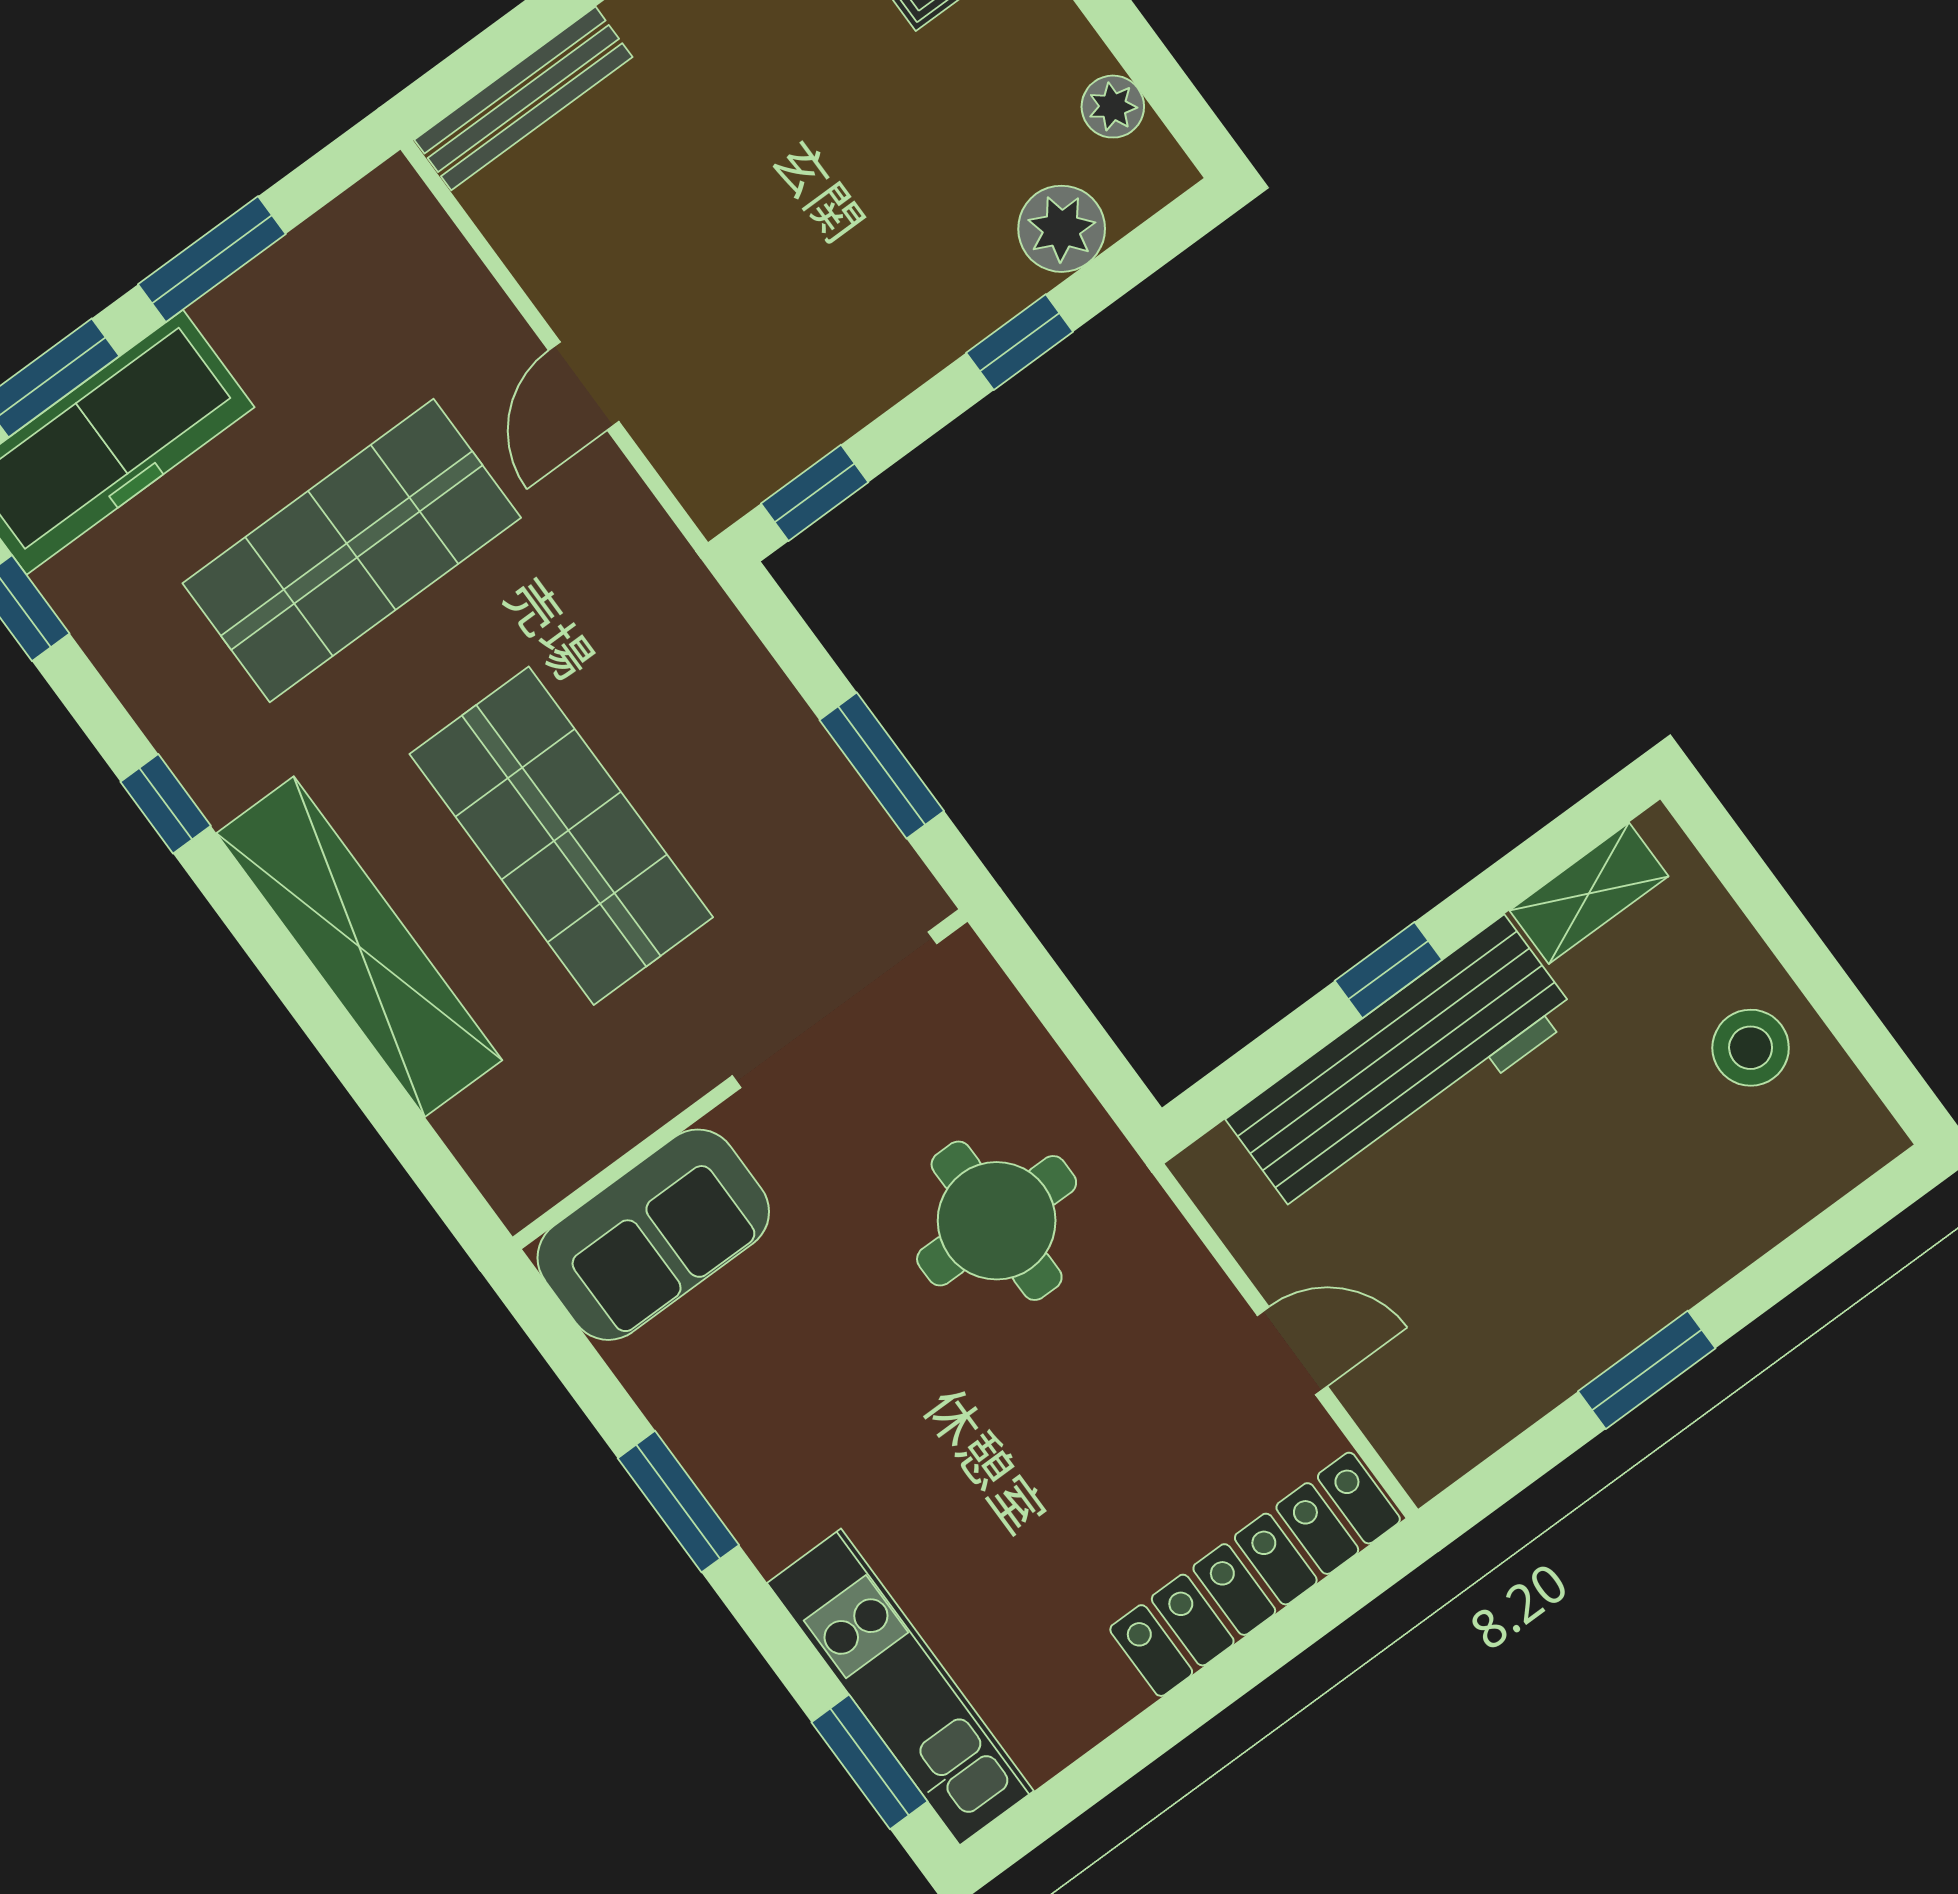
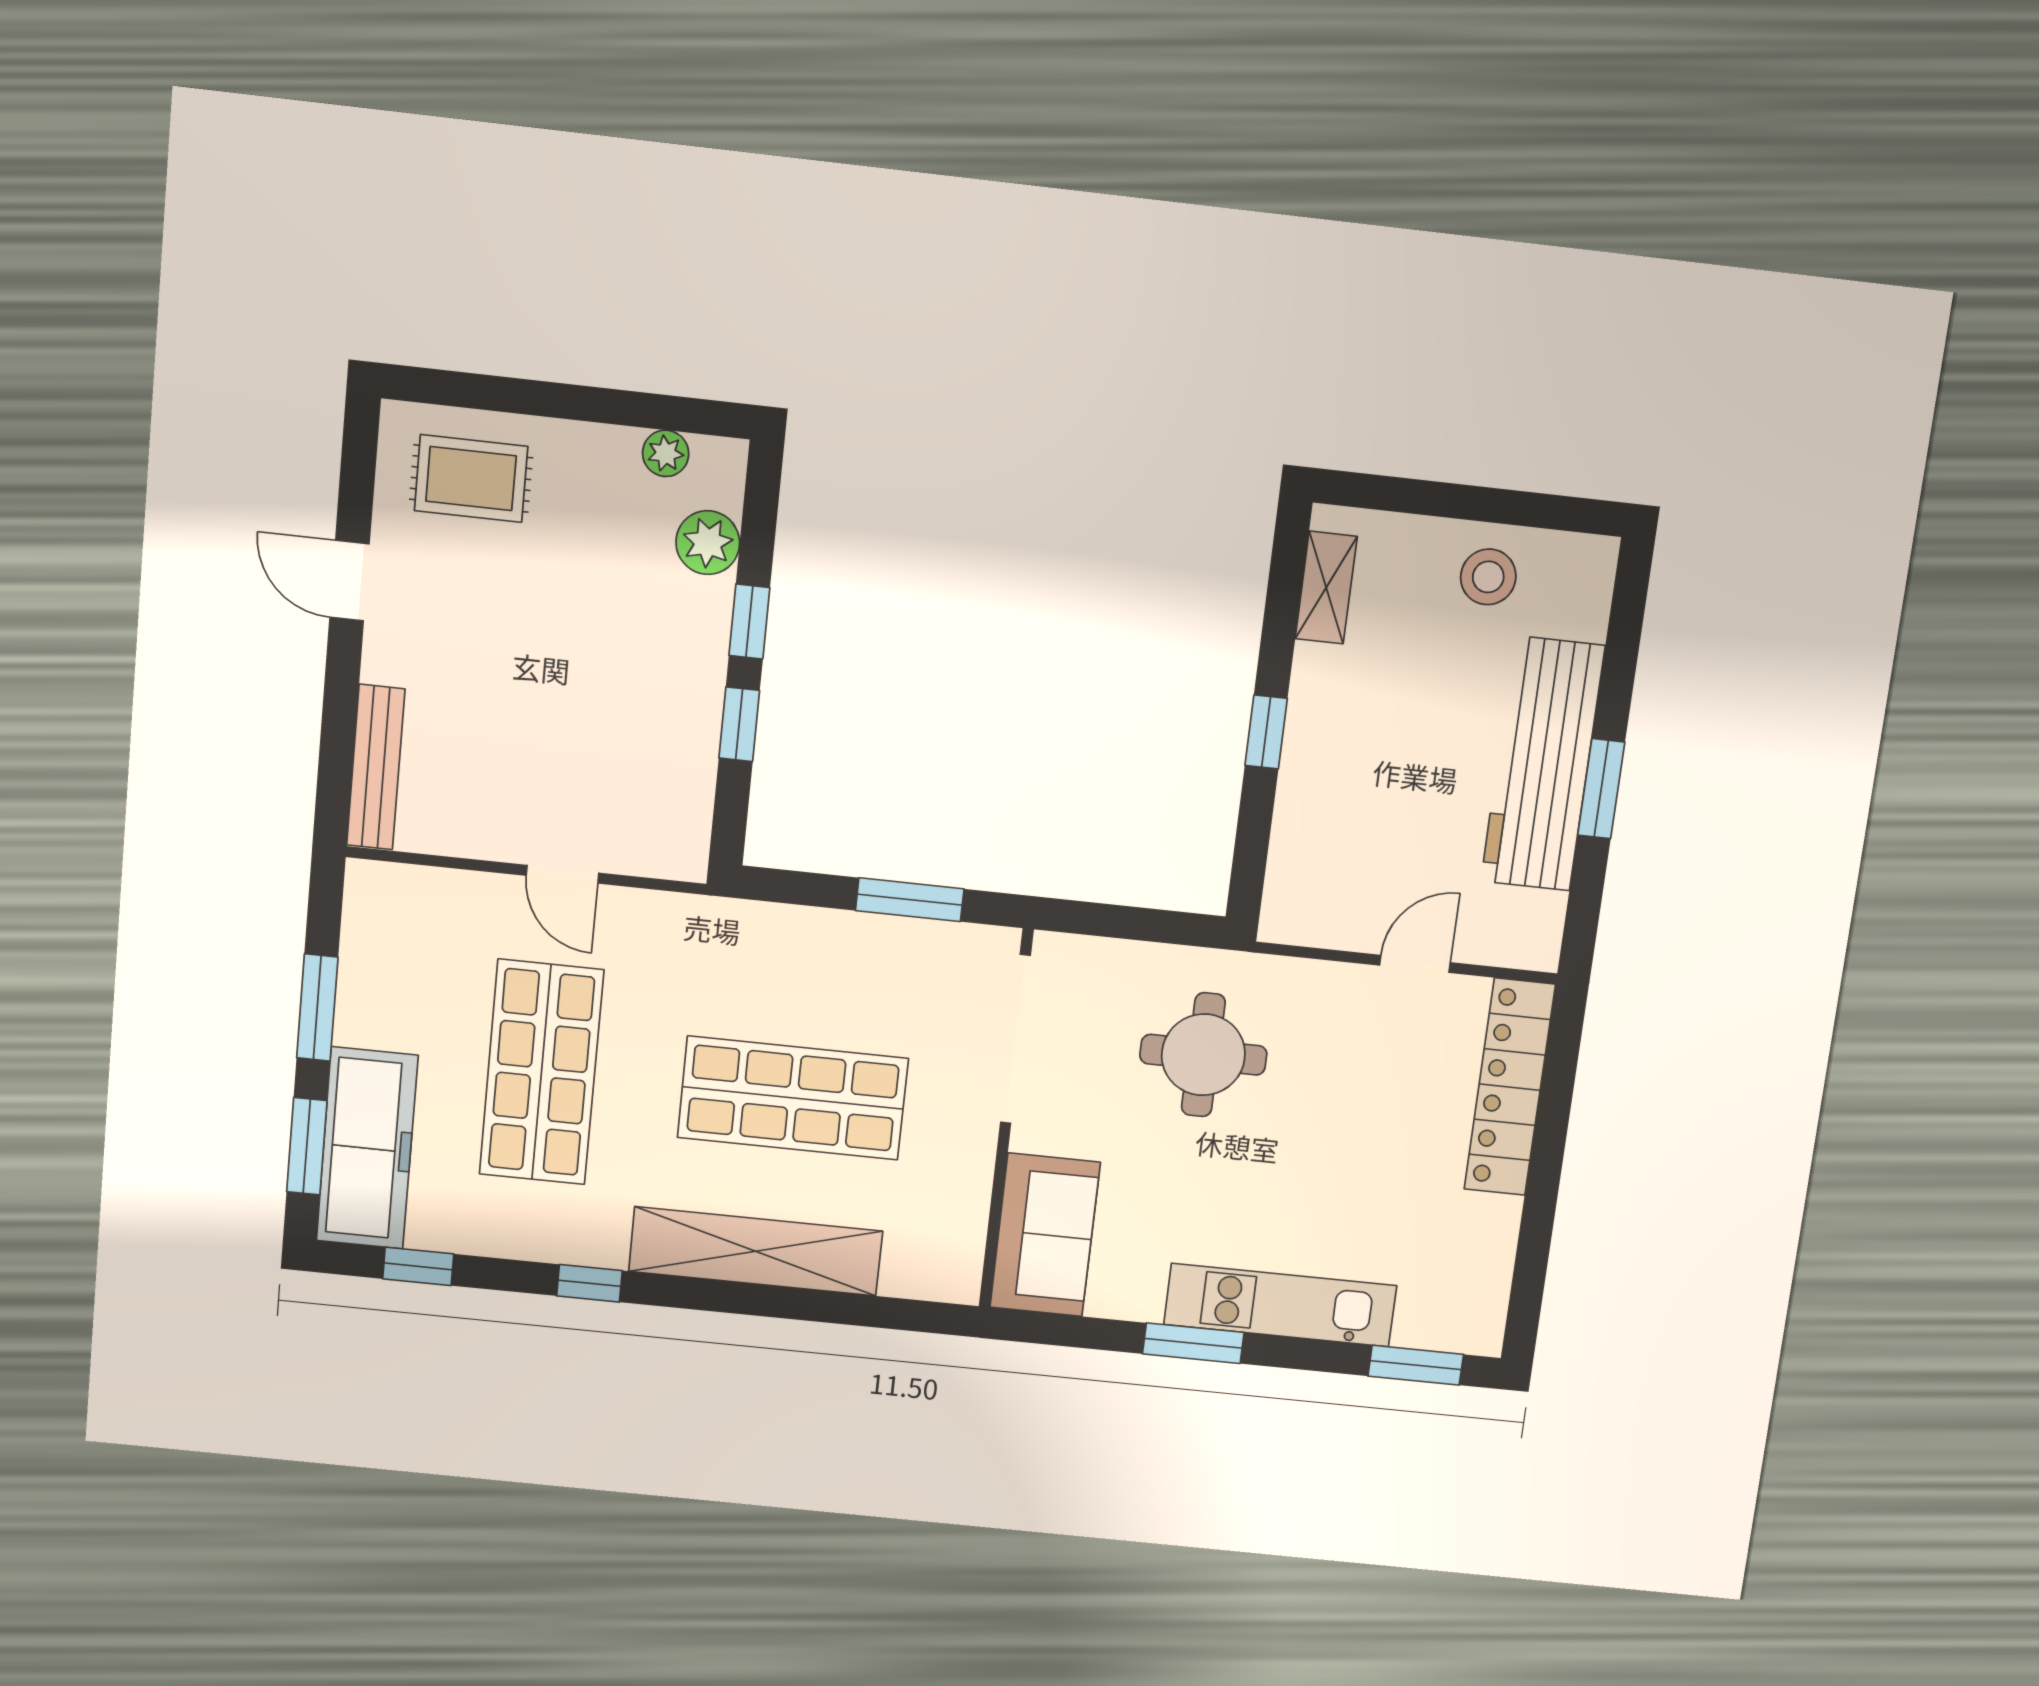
window: (815, 493) -> (739, 724), moved
workbench: (1402, 1067) -> (1543, 764), moved, turned 180
kitchen unit: (900, 1687) -> (1280, 1305), moved

